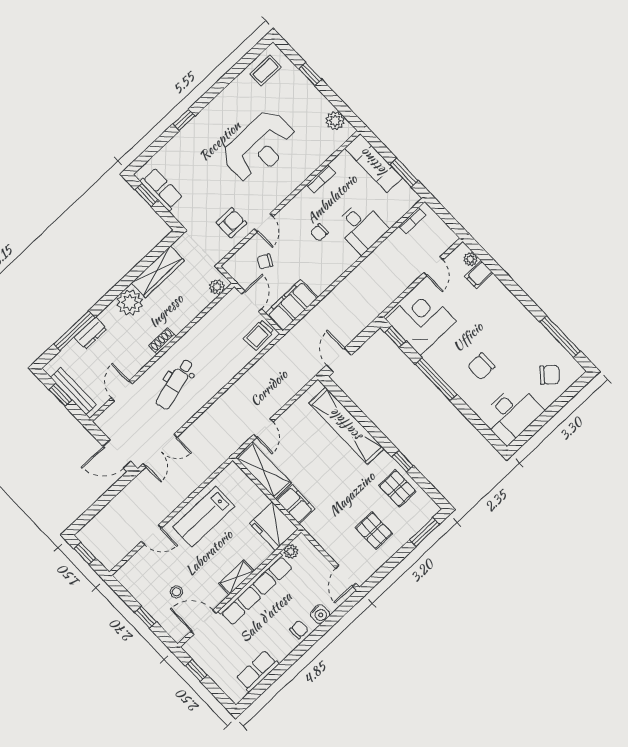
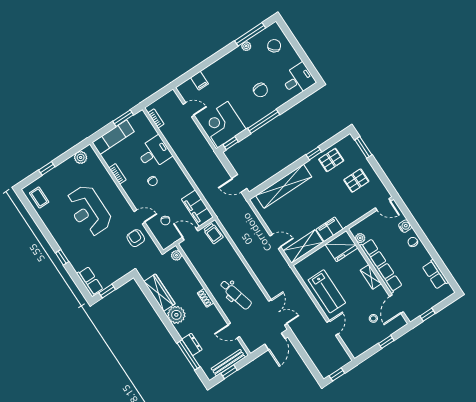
reception desk: (259, 147) -> (89, 211), turned 180
row of seats: (161, 189) -> (90, 281), moved, turned 90
plant: (470, 259) -> (246, 46), moved
desk: (512, 414) -> (298, 80), width x0.73

